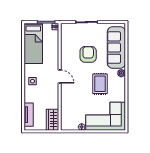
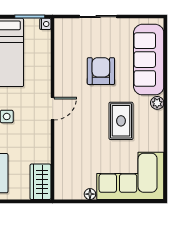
door: (60, 77) -> (53, 109), hinge flipped

